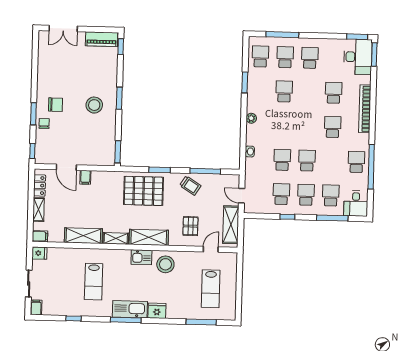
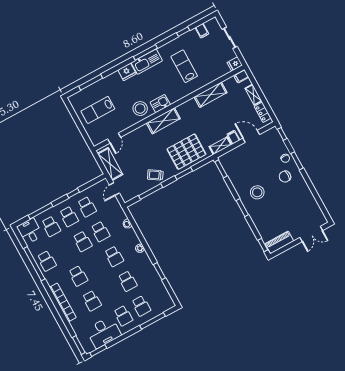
double door: (63, 28) -> (311, 234), swing flipped
school desk: (260, 56) -> (114, 256), moved
desk: (358, 57) -> (104, 332), moved, turned -90
door: (242, 196) -> (114, 189), swing flipped
pallet: (190, 226) -> (138, 146), removed
shelving: (116, 238) -> (220, 146), moved
lab bench: (211, 289) -> (98, 110), turned -90
filing cabinet: (36, 307) -> (202, 31), moved

